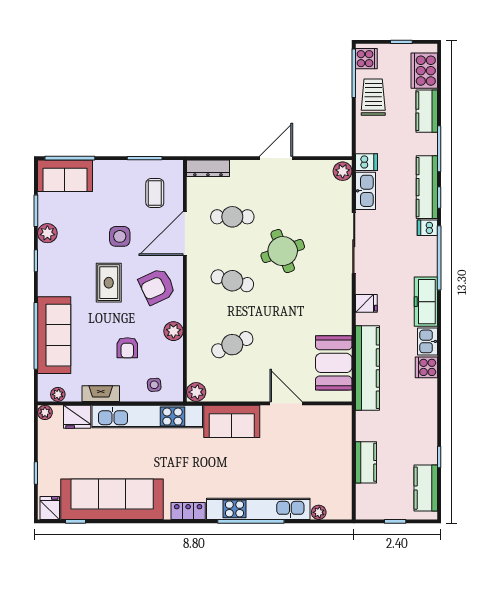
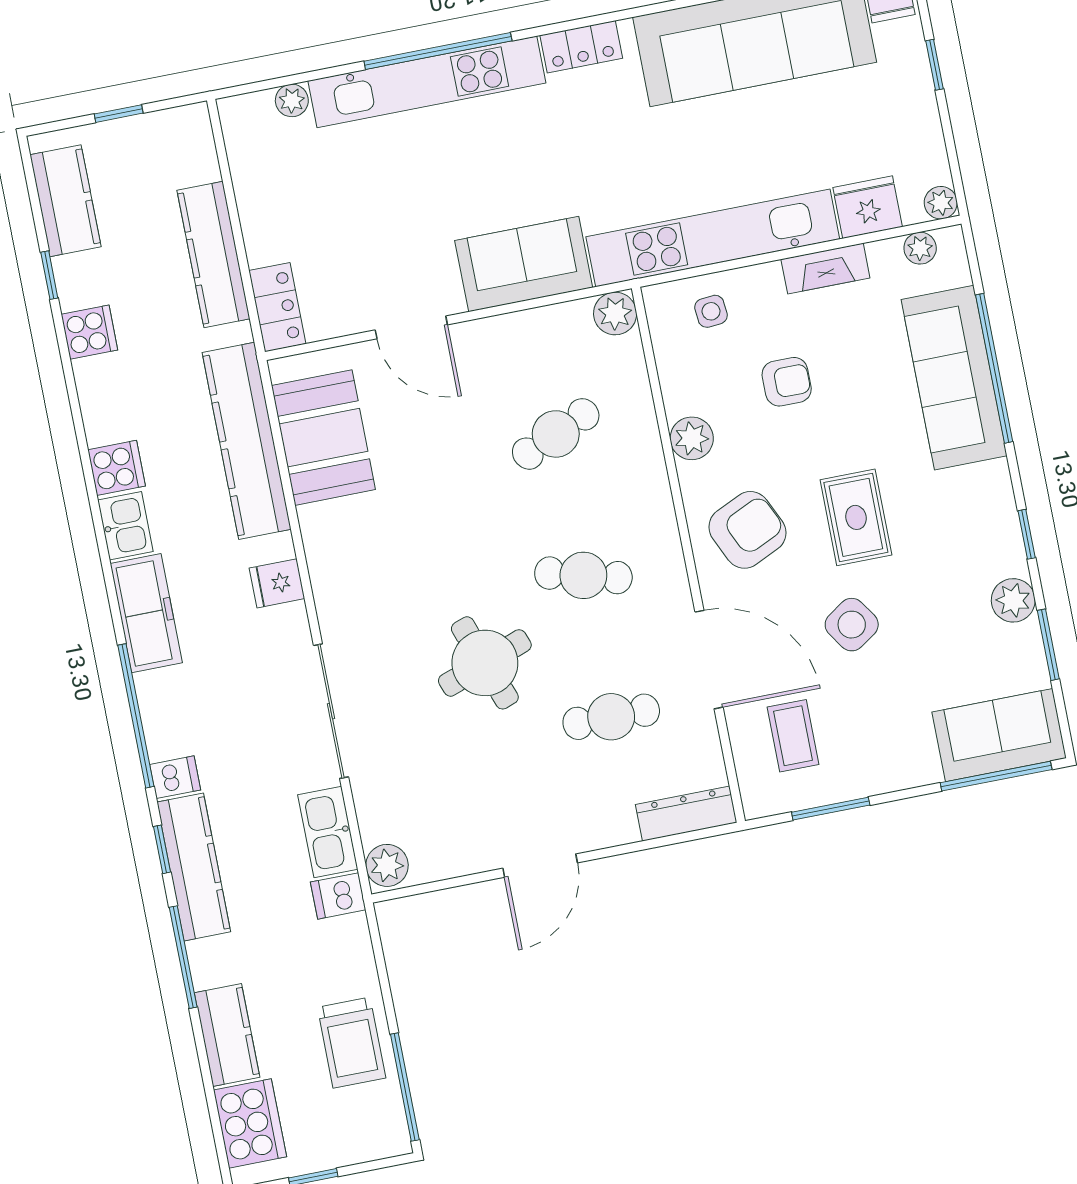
cooker: (366, 59) -> (89, 332), moved, turned 180
door: (185, 233) -> (709, 660), hinge flipped
side table: (120, 236) -> (852, 625), turned -34
armchair: (127, 348) -> (787, 382), turned 90
locker: (343, 424) -> (277, 307), added
kitchen counter: (366, 462) -> (213, 255), width x1.50

